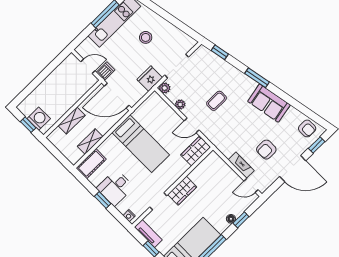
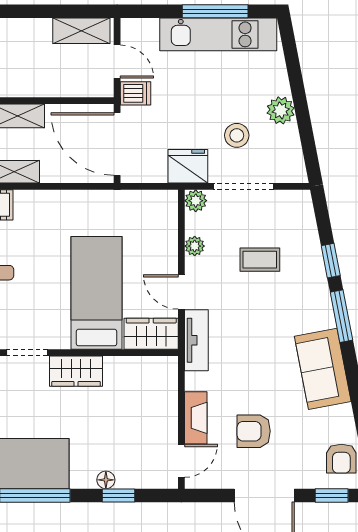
plant: (163, 26) -> (281, 110), added
stool: (146, 37) -> (237, 135), moved
window: (220, 52) -> (331, 261), moved
shelving: (64, 68) -> (81, 31), added
coffee table: (216, 101) -> (260, 260), moved
tv unit: (214, 137) -> (196, 340), added
bed: (141, 144) -> (97, 293), moved, turned 180
door: (251, 185) -> (181, 461), swing flipped

